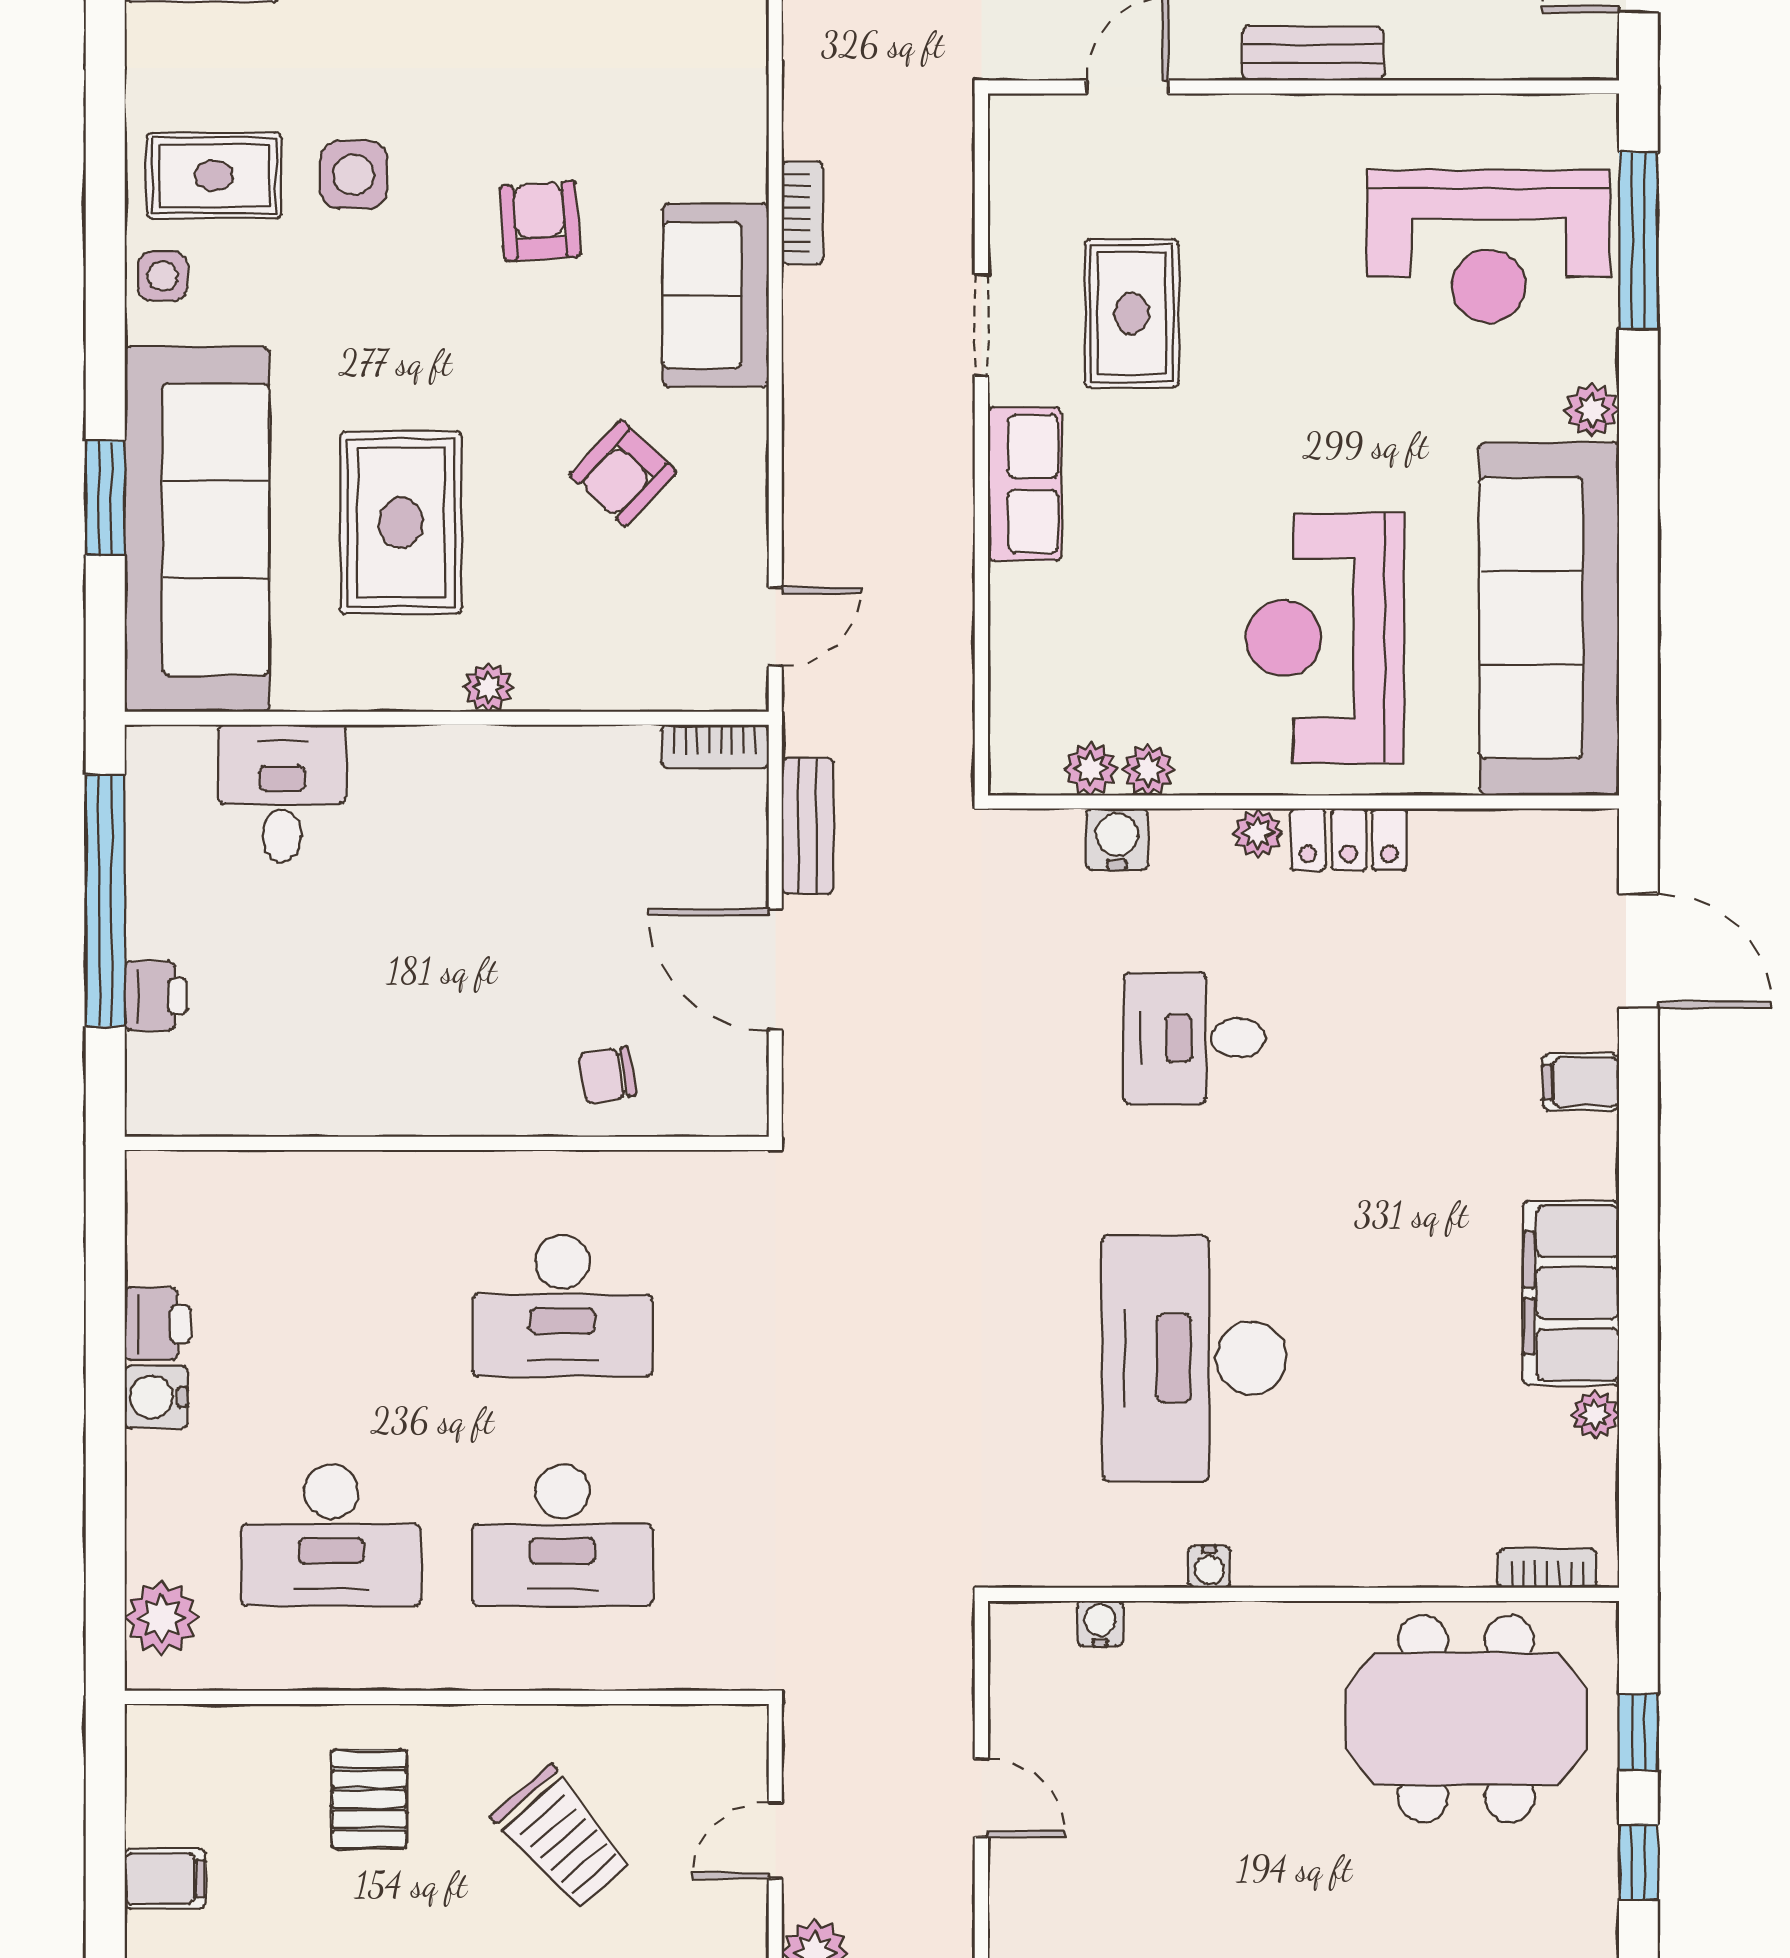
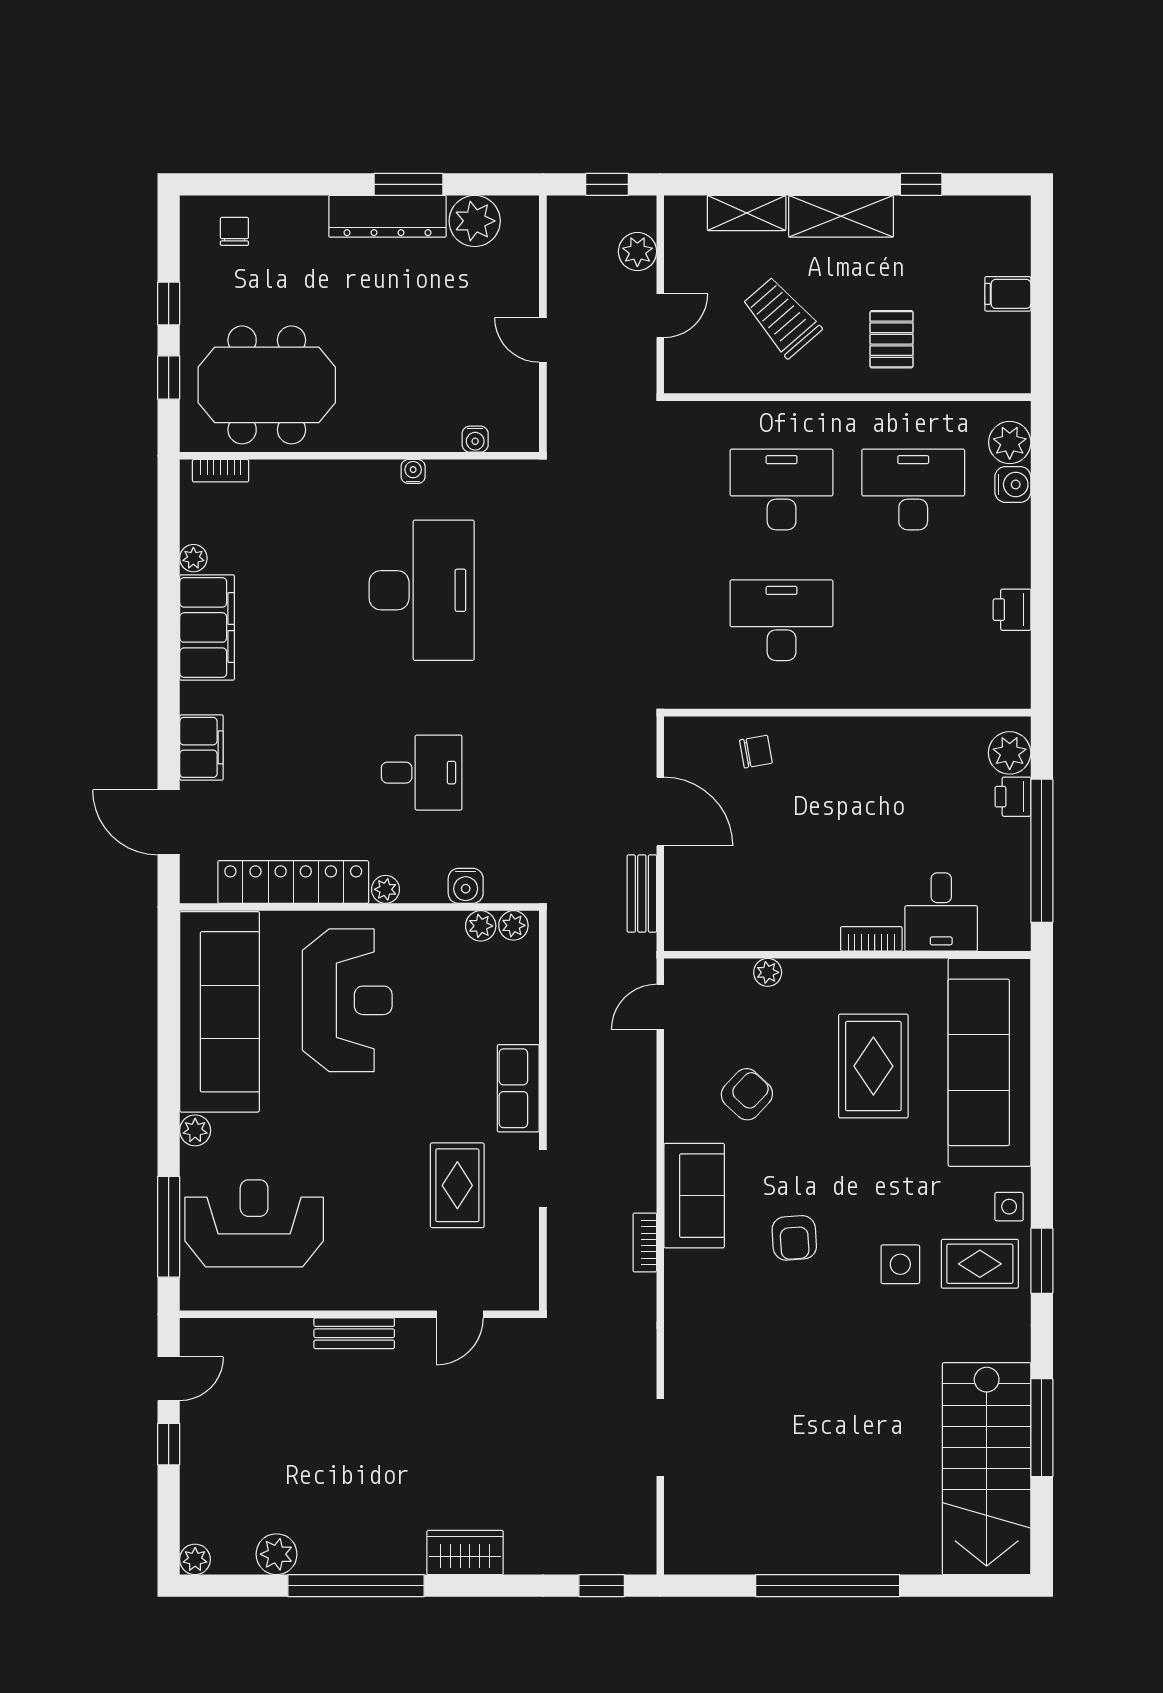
window: (105, 498) -> (1042, 1261), moved
plant: (488, 687) -> (768, 972), moved
bookcase: (715, 746) -> (871, 939), moved
plant: (1148, 770) -> (513, 925), moved
locker: (1349, 839) -> (293, 882), width x2.16, depth x1.21
plant: (162, 1073) -> (1010, 753), added
filing cabinet: (1581, 1082) -> (201, 747), width x2.00
water cooler: (156, 1397) -> (1013, 484), moved

